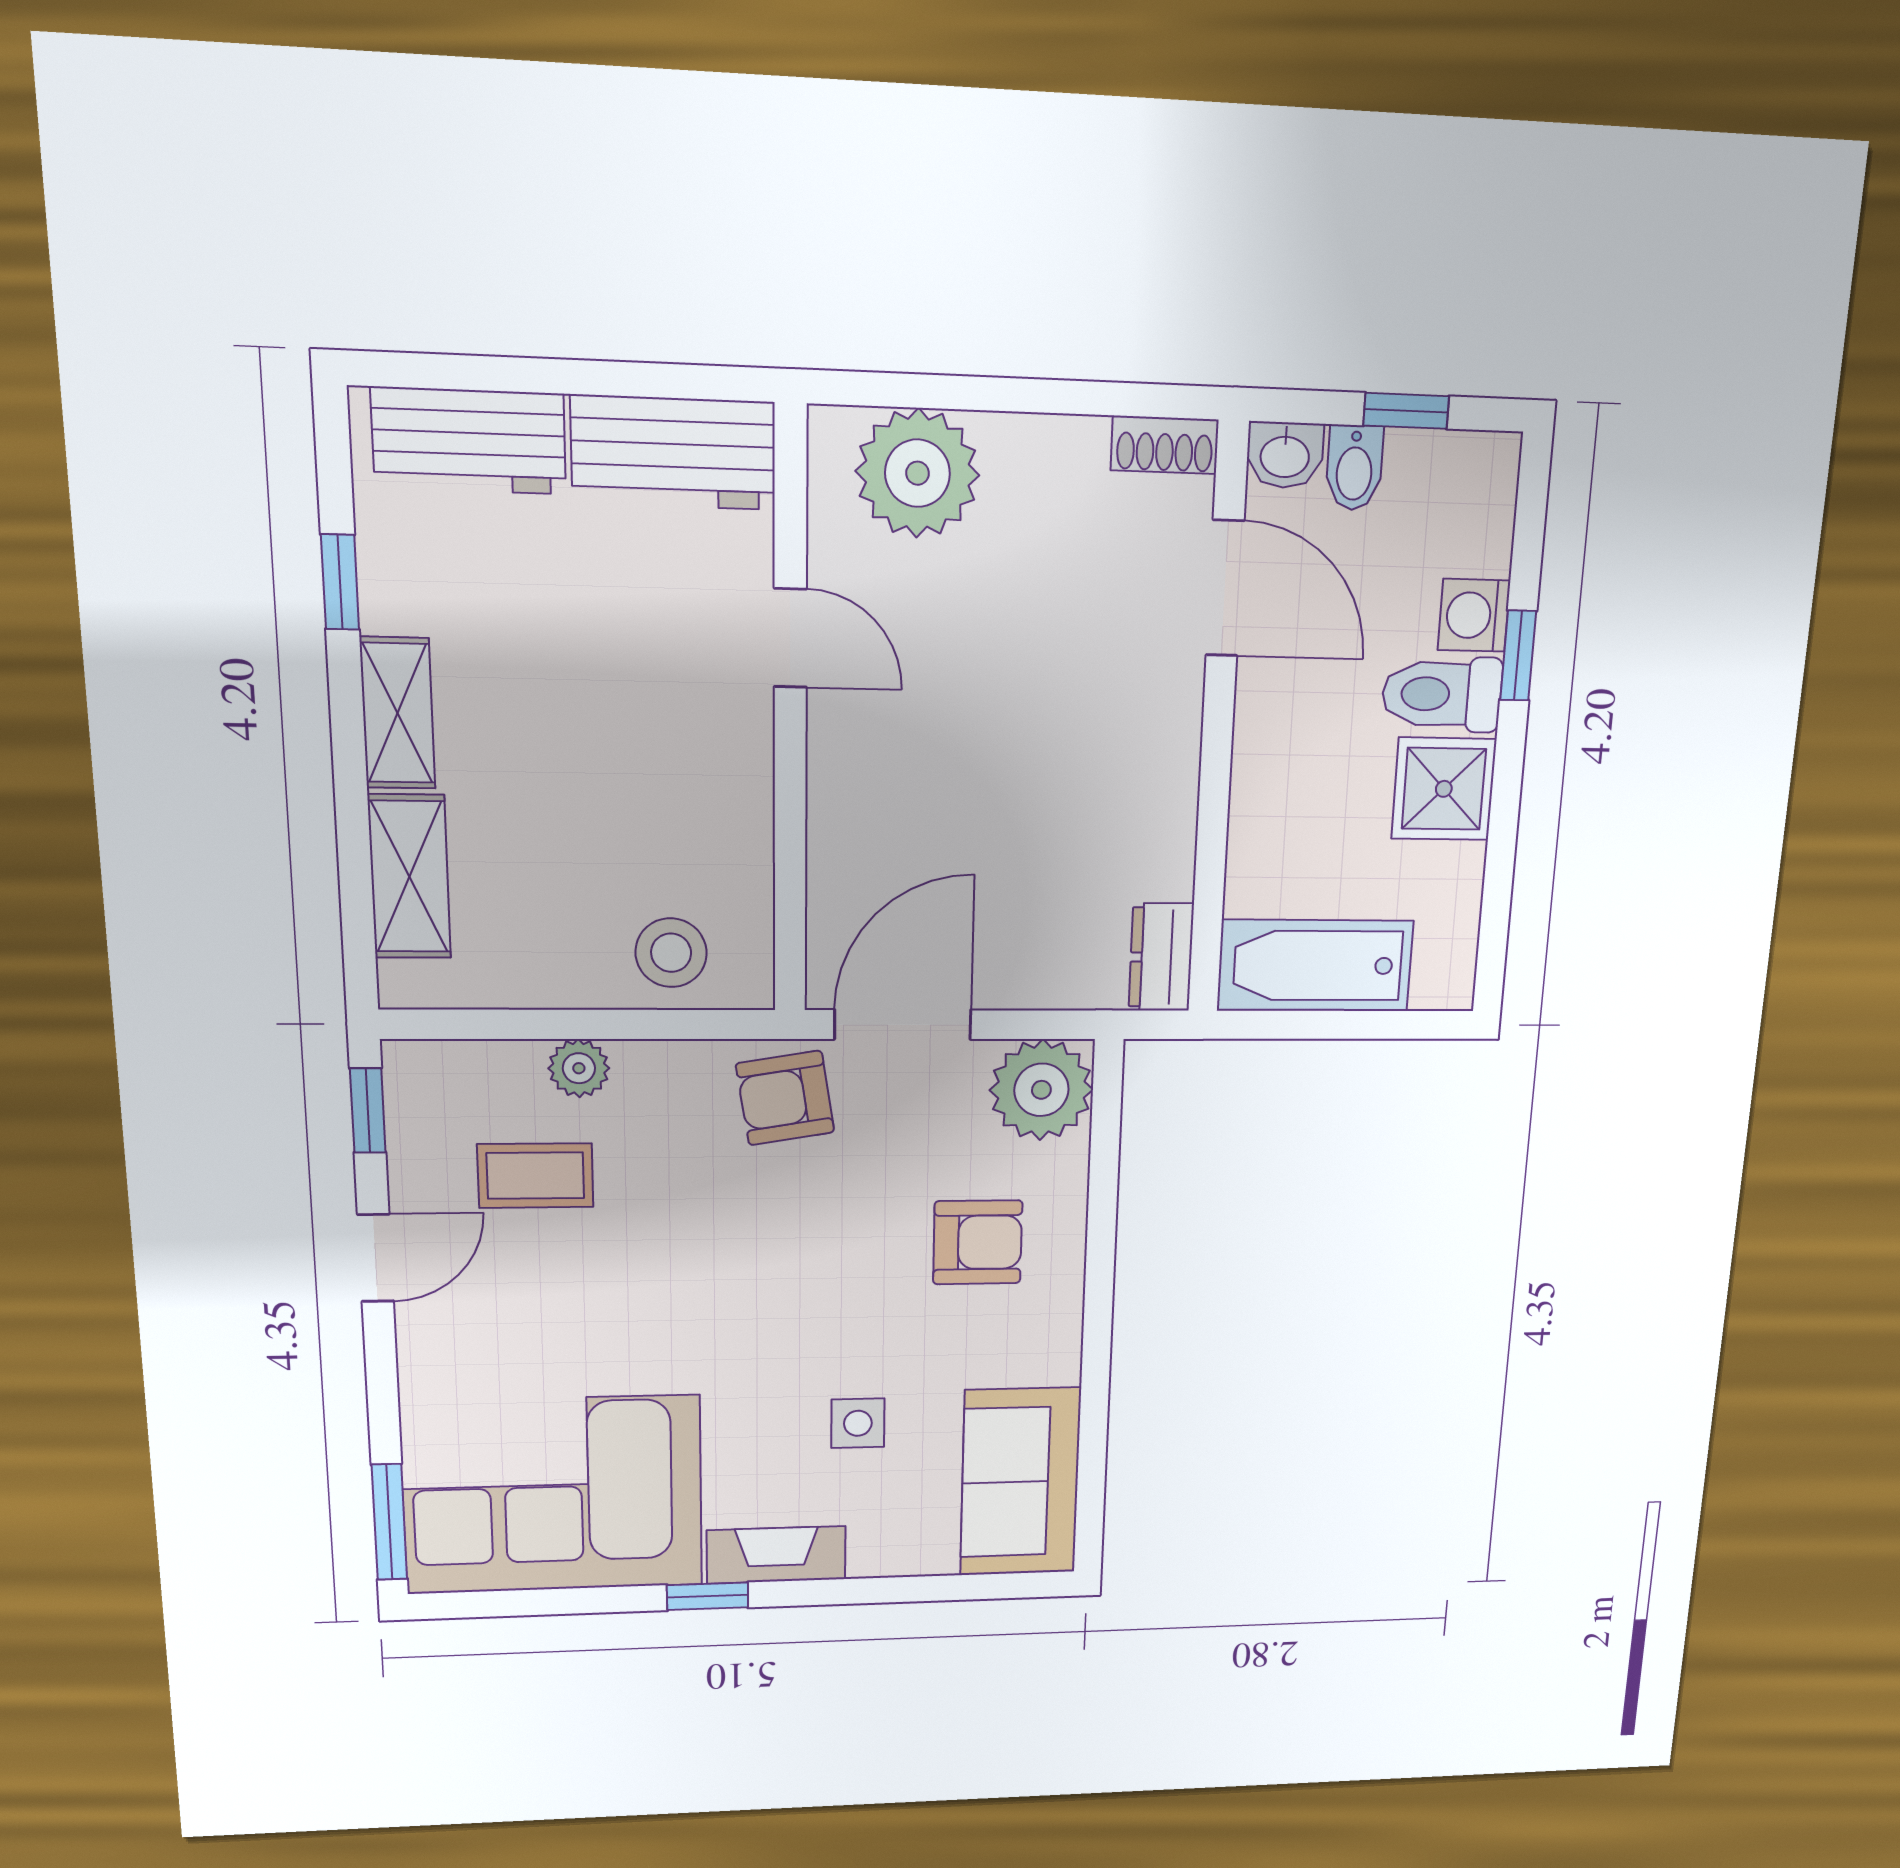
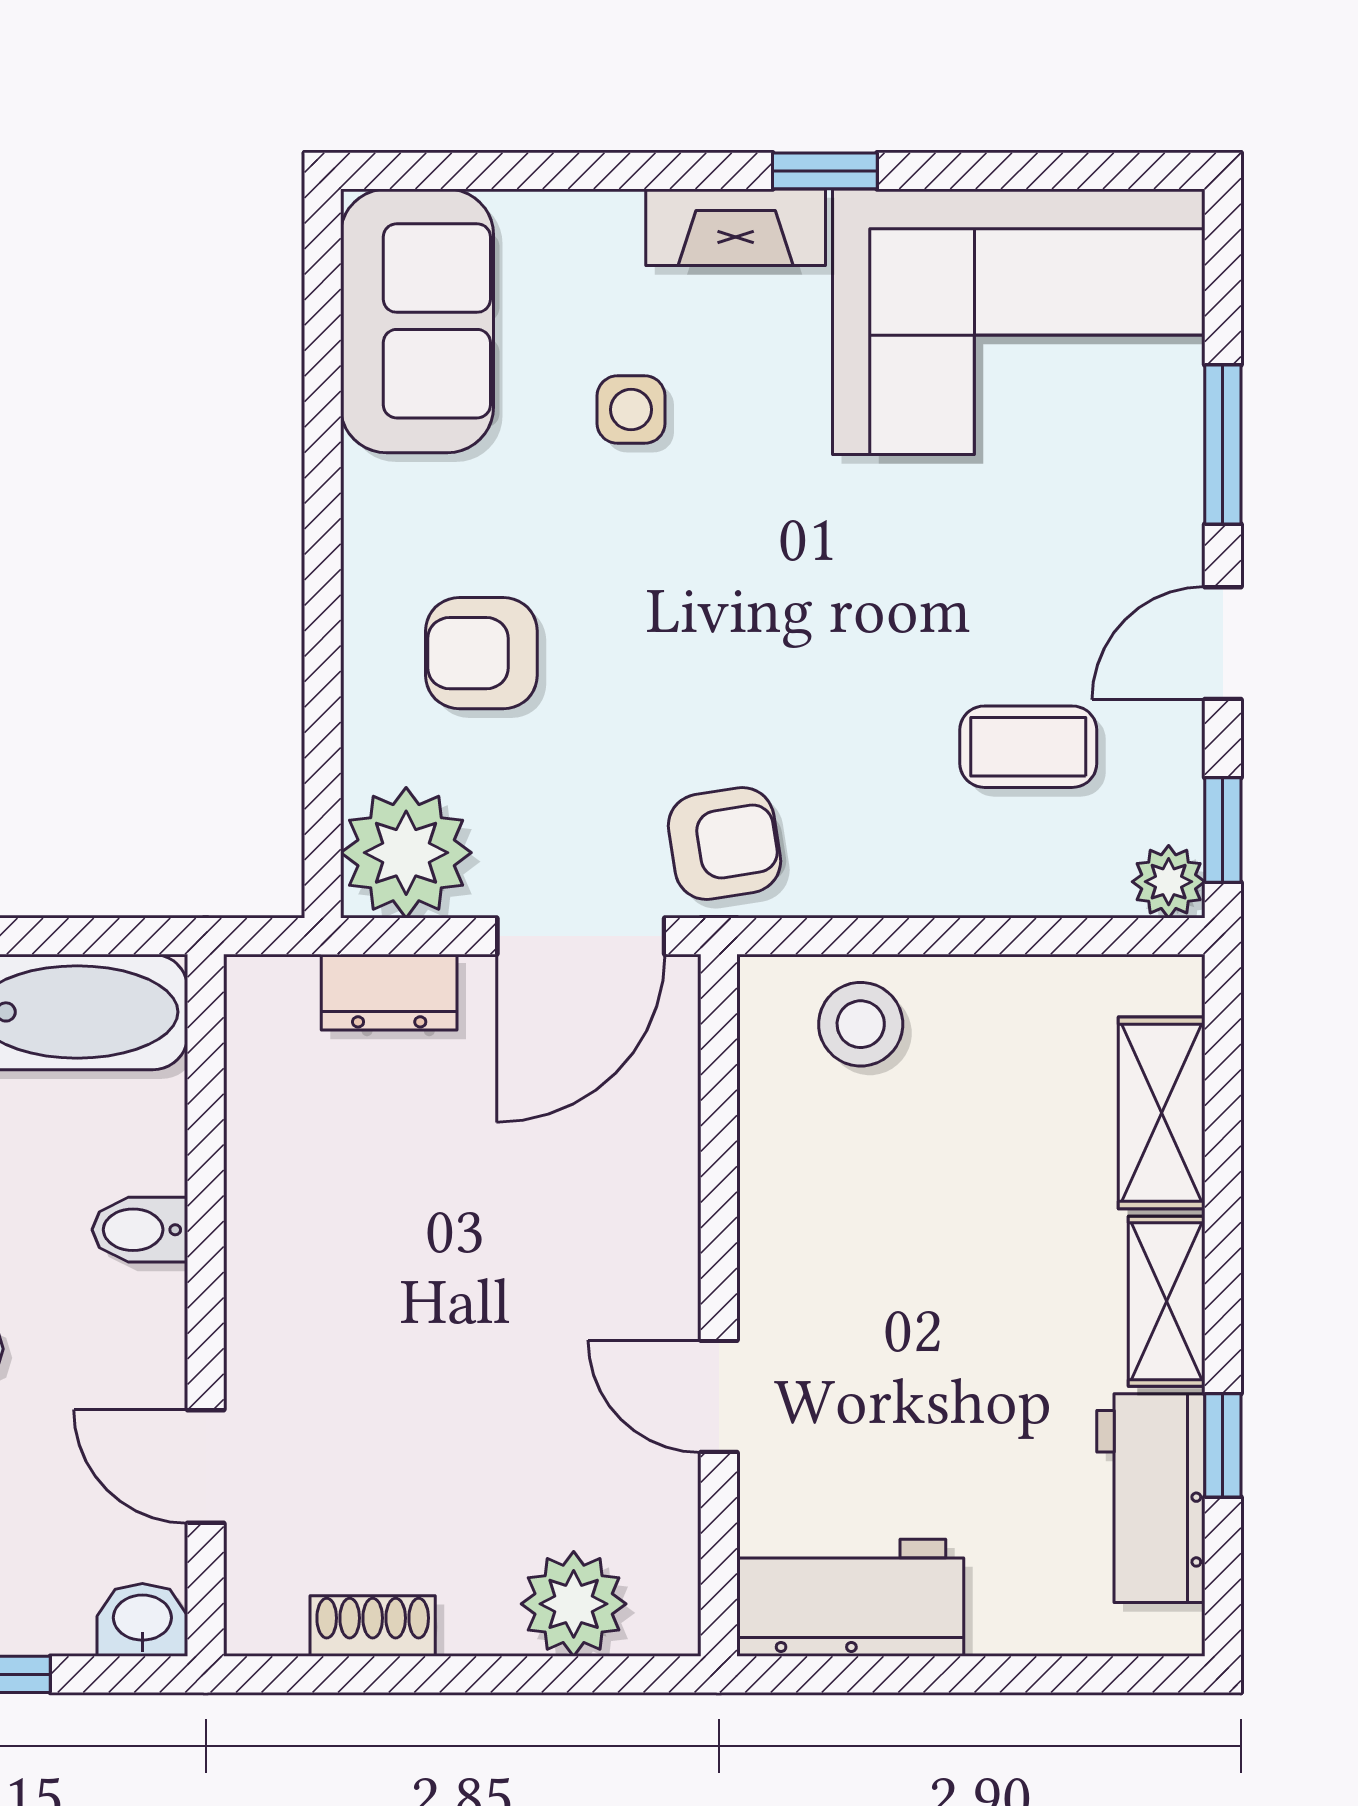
workbench: (469, 441) -> (1151, 1498), moved, turned -90
shoe rack: (1165, 445) -> (373, 1626), moved
bidet: (1354, 468) -> (140, 1230), moved, turned -90
plant: (918, 473) -> (574, 1604), width x0.73, depth x0.73
door: (1225, 588) -> (206, 1467), width x0.73
dresser: (1161, 957) -> (389, 992), moved, turned 90
plant: (579, 1068) -> (1169, 882), moved
window: (389, 1522) -> (1223, 444), moved

